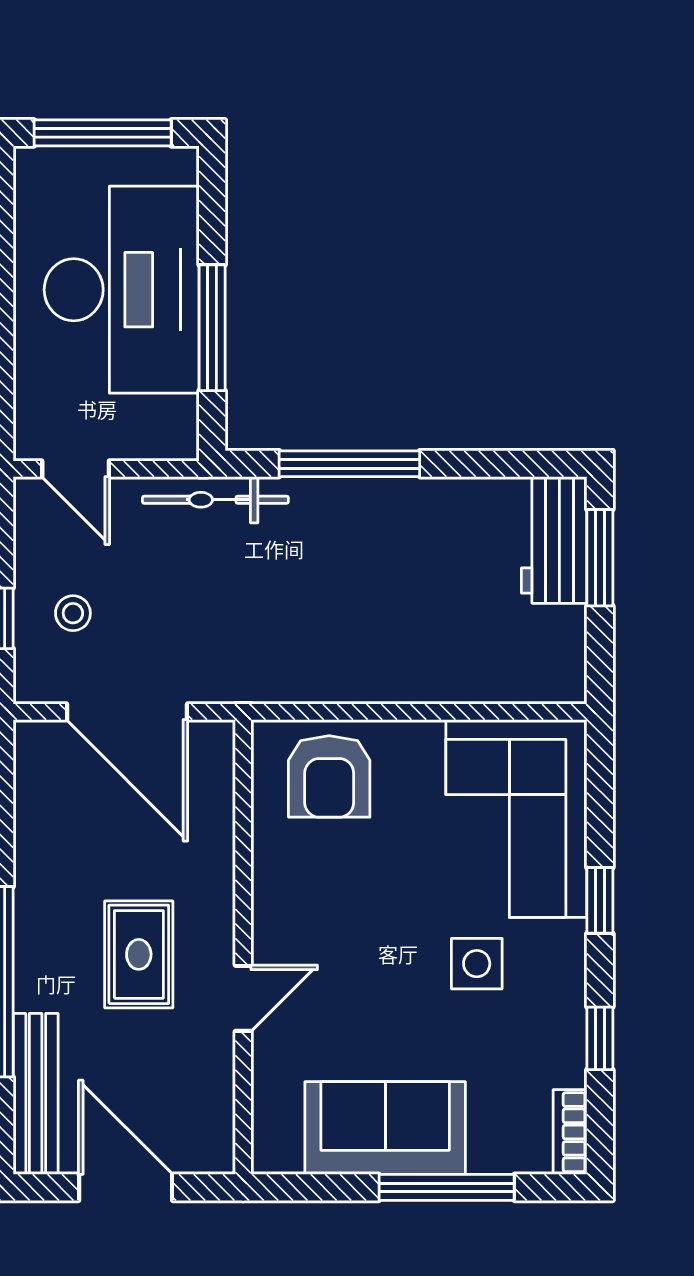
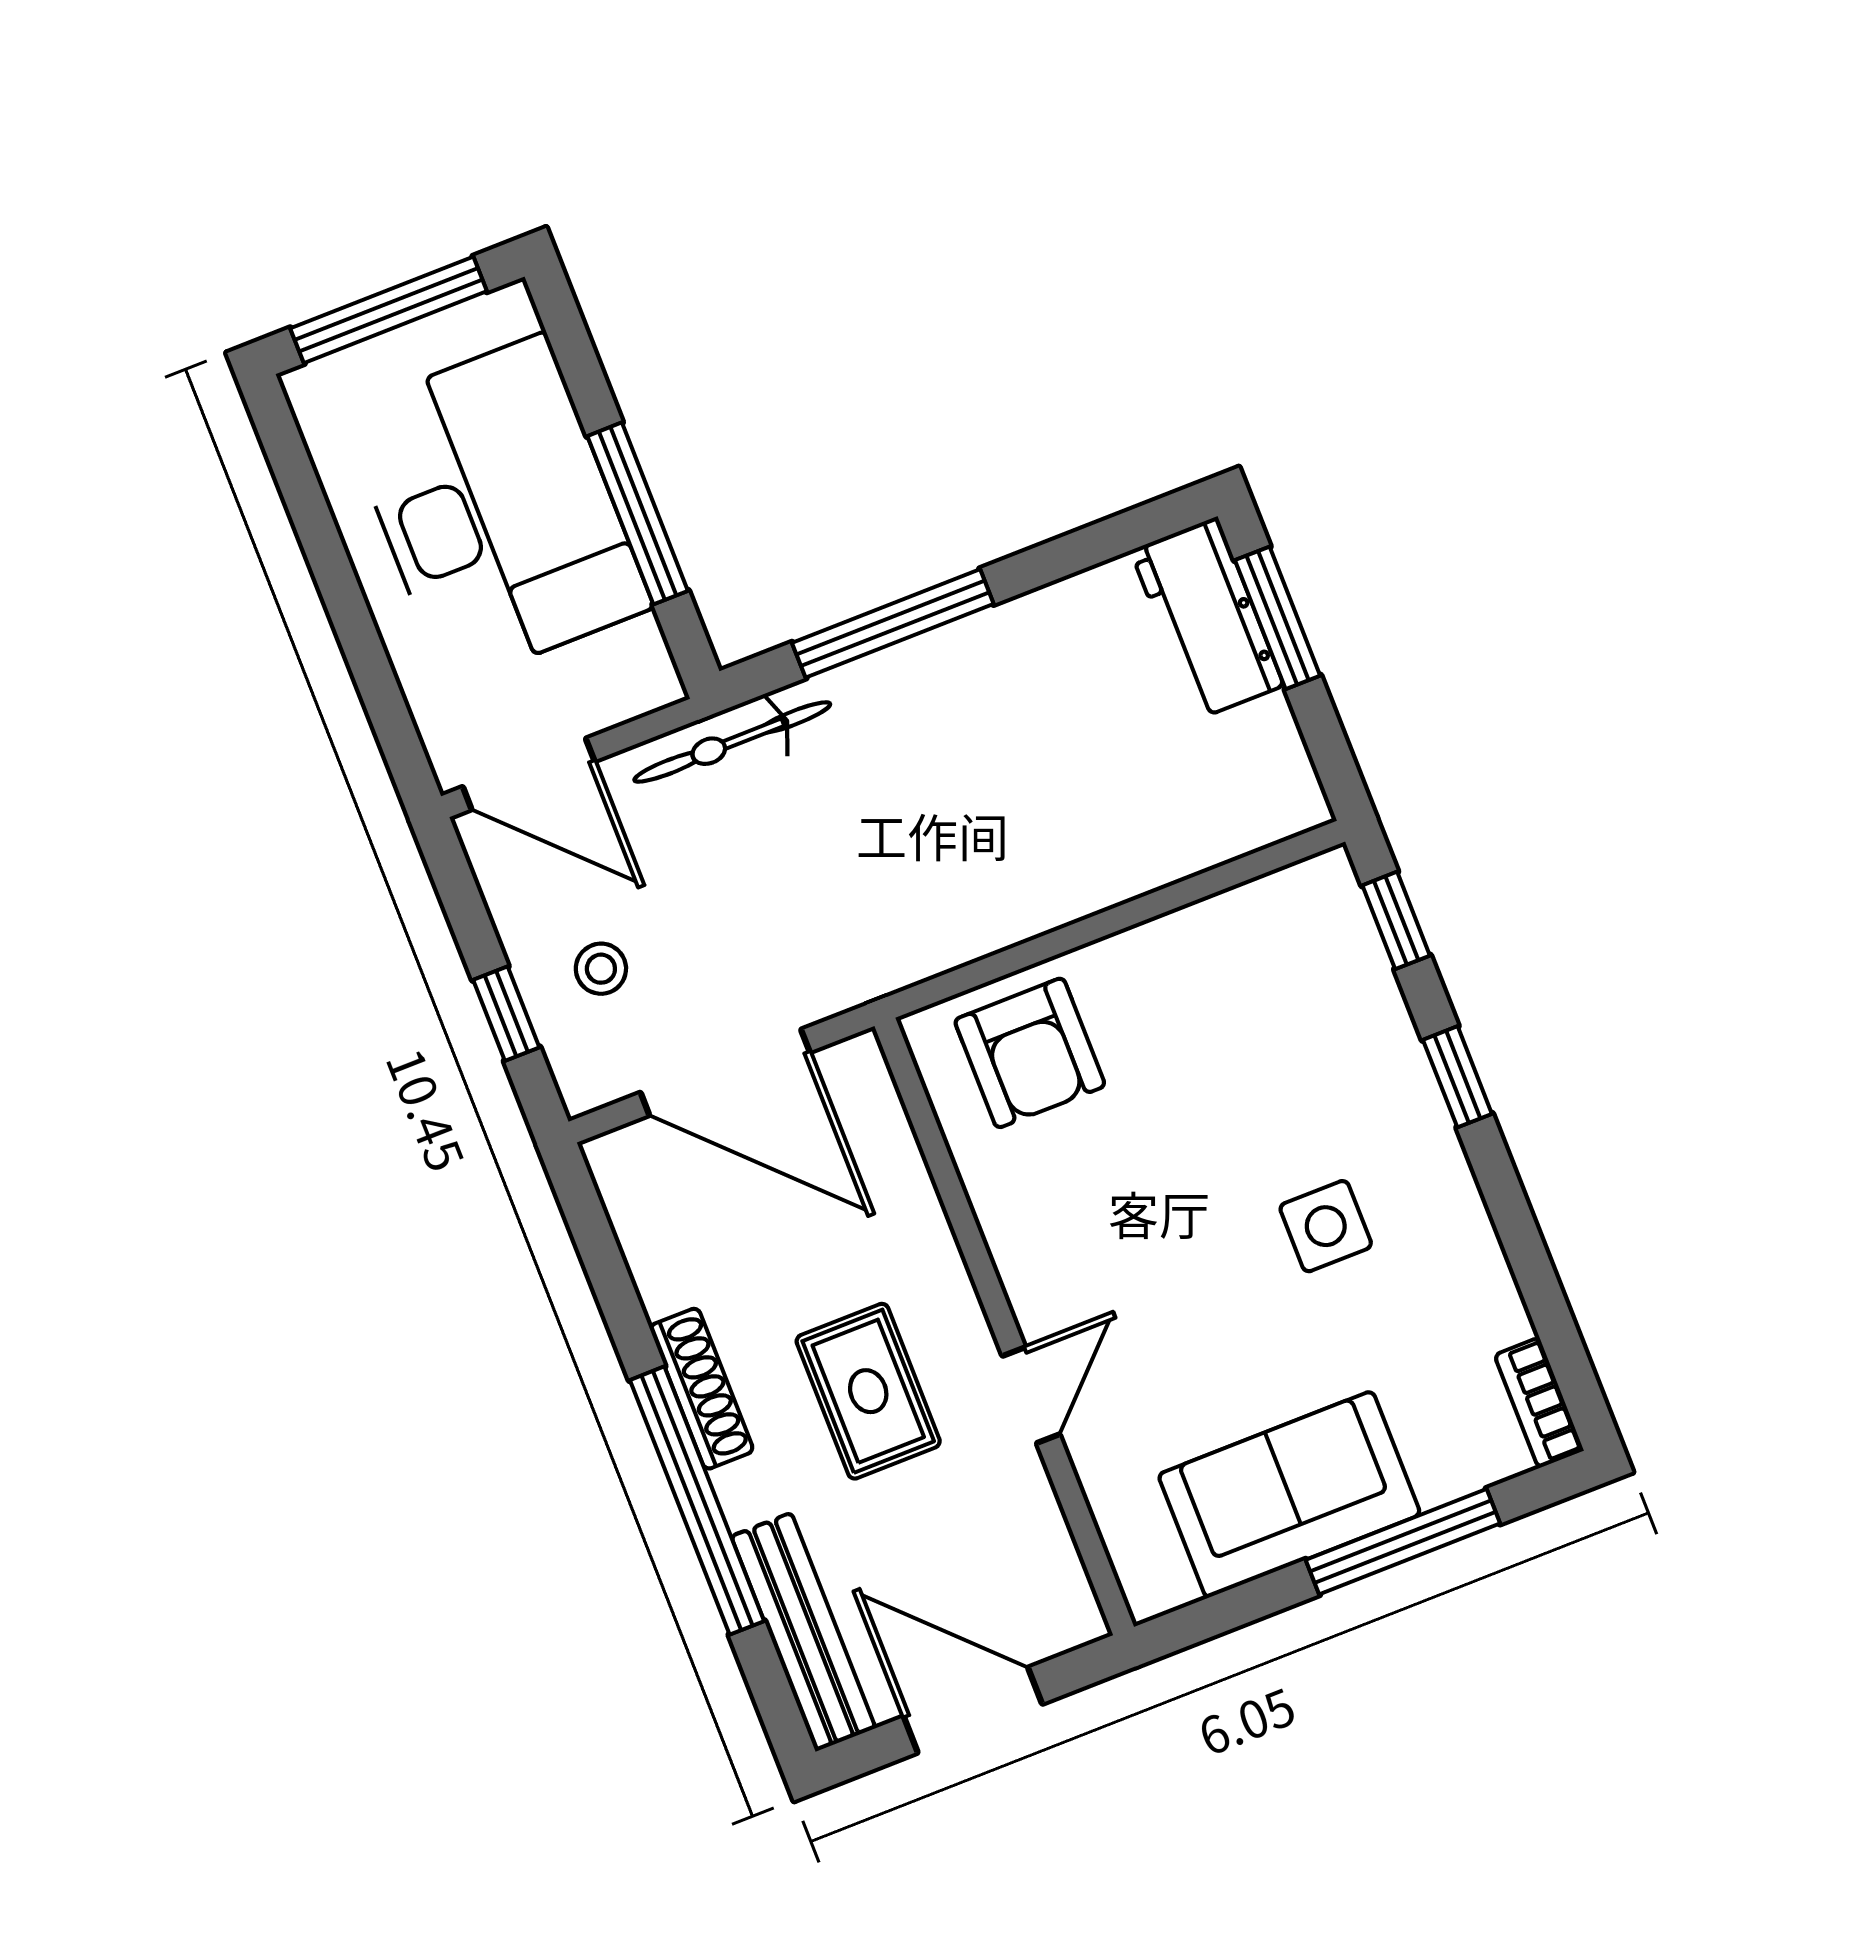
door: (76, 469) -> (529, 774), width x1.38
corner sofa: (516, 818) -> (1303, 1011), removed
shoe rack: (31, 911) -> (701, 1389), added
window: (600, 1038) -> (1396, 920), moved

